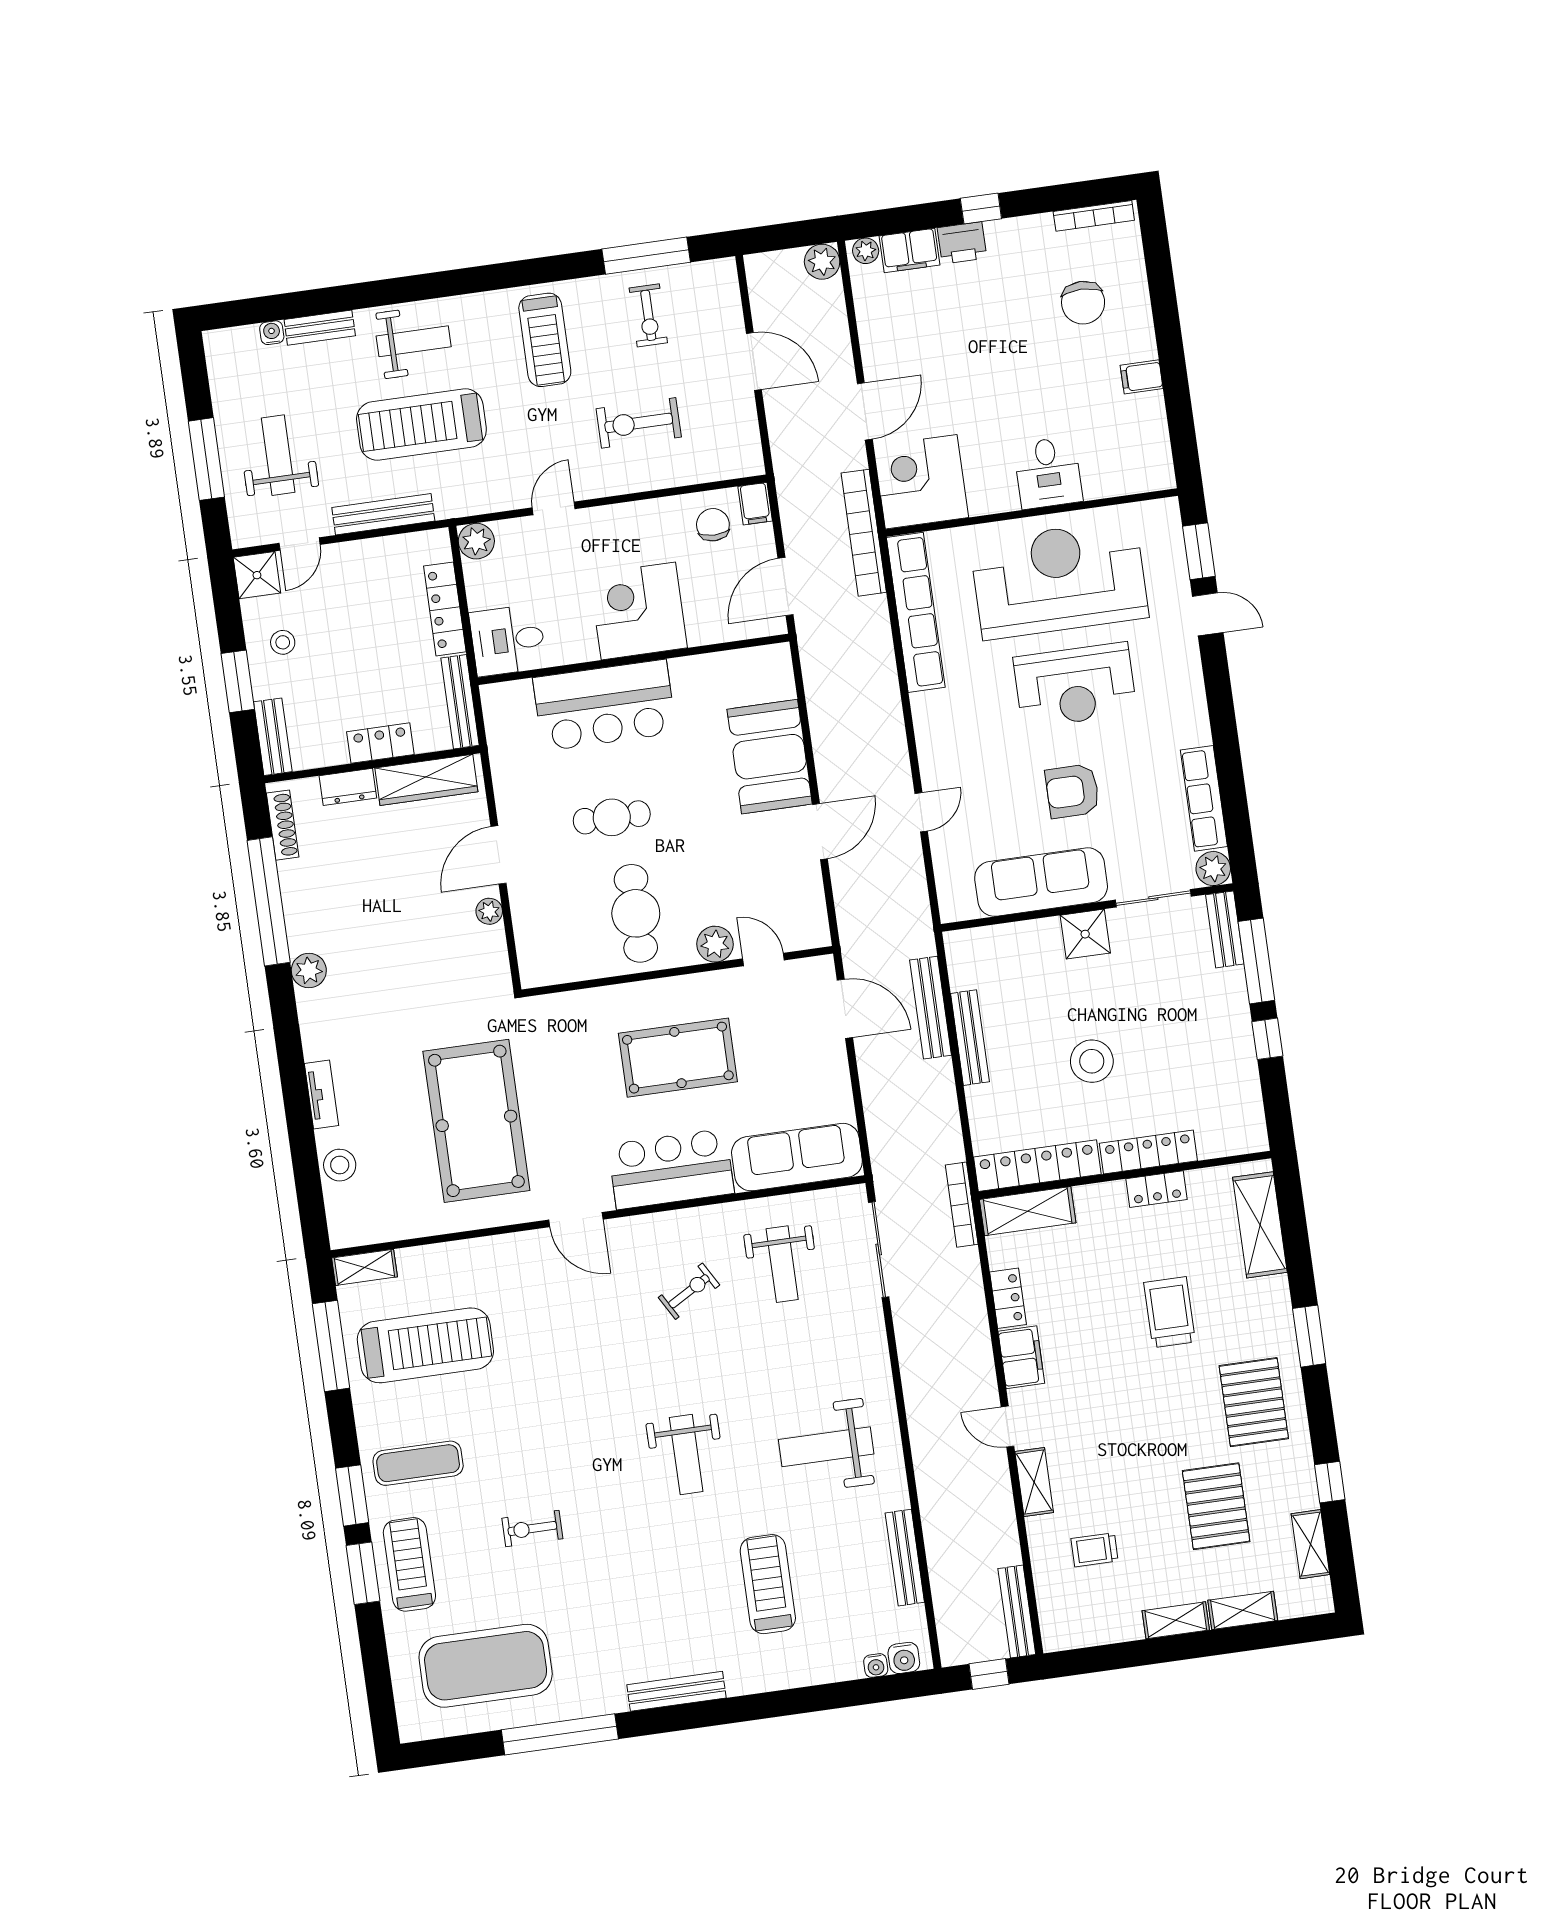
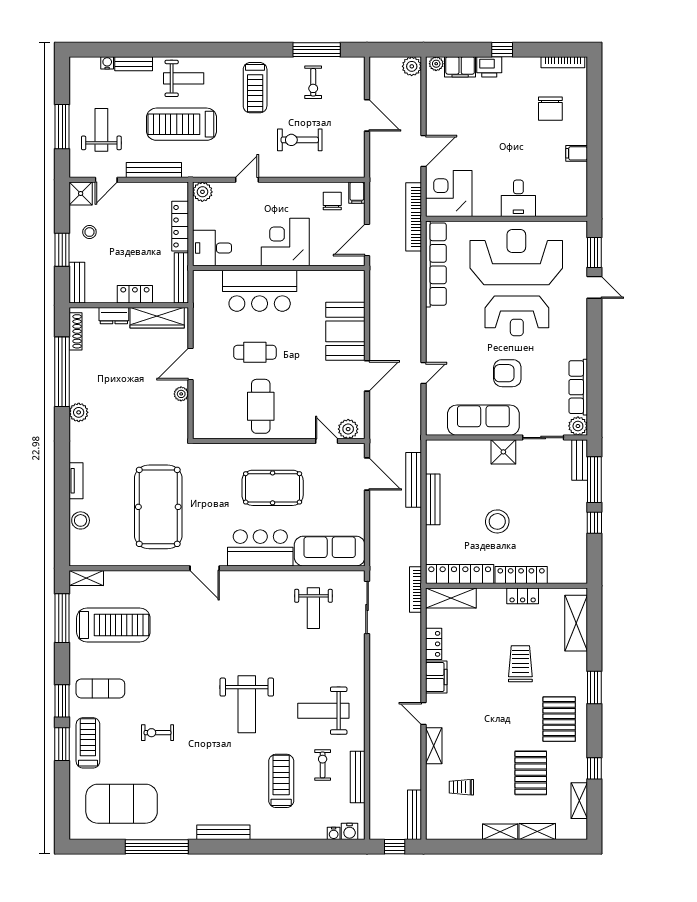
plant: (715, 944) -> (348, 429), moved
exercise bike: (689, 1291) -> (323, 765), moved, turned -60
weight bench: (686, 1454) -> (247, 704), width x1.36, depth x1.33

